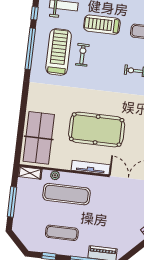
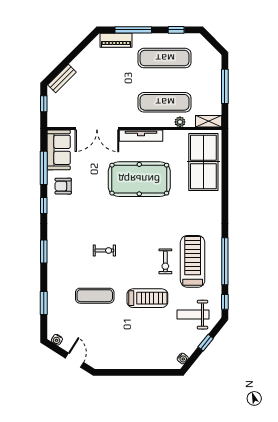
treadmill: (59, 52) -> (193, 261), turned 180
exercise mat: (62, 233) -> (165, 58), width x1.36, depth x1.45

